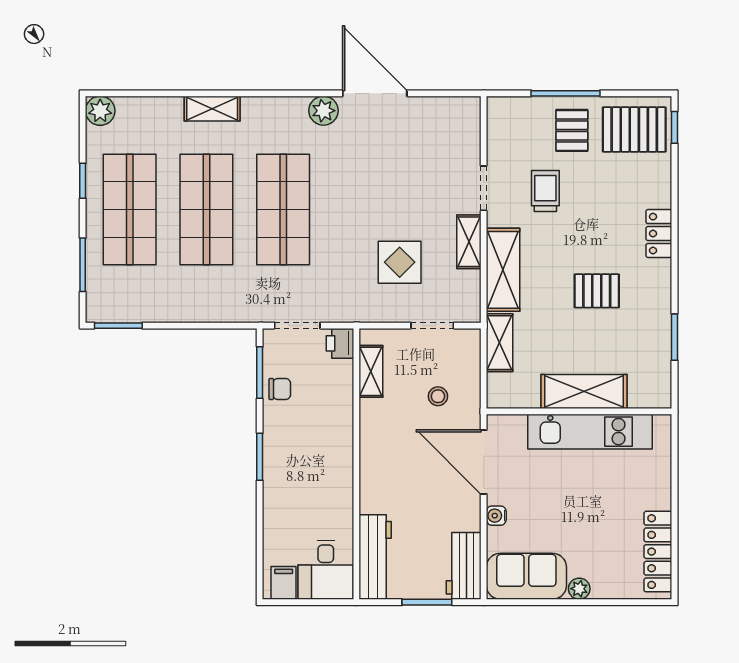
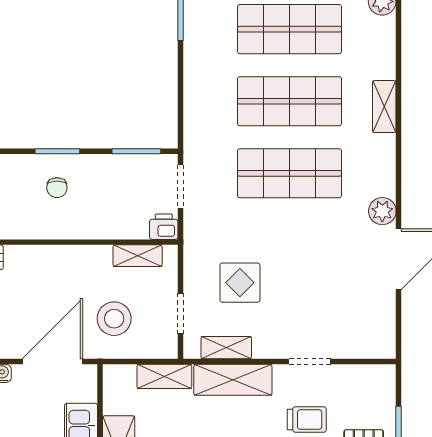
shelving: (469, 242) -> (226, 348), moved
chair: (280, 389) -> (57, 188), moved
stool: (438, 396) -> (114, 319), width x1.89, depth x1.89

